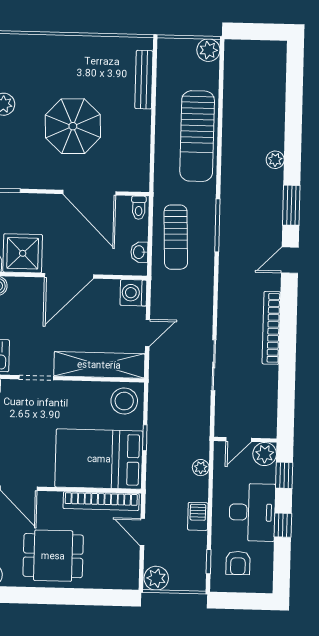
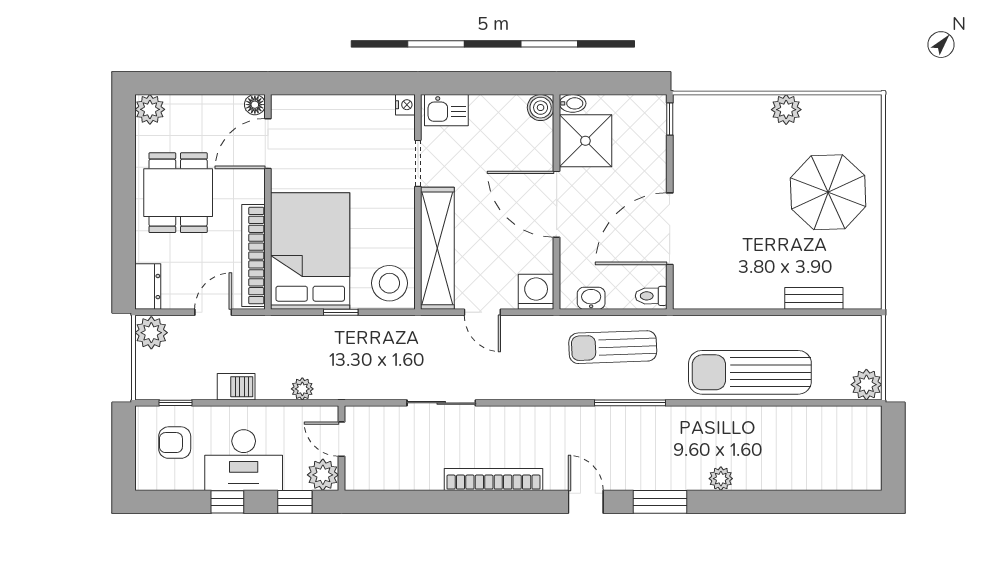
bench: (144, 80) -> (814, 298), width x0.73
parasol: (73, 126) -> (828, 192), moved
dresser: (122, 580) -> (148, 287), added

